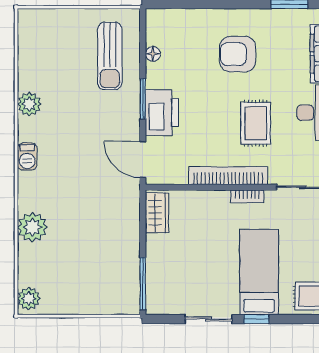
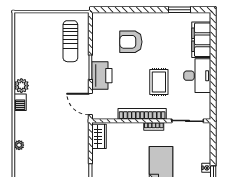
floor lamp: (153, 54) -> (96, 40), removed
armchair: (238, 54) -> (131, 42), moved
plant: (29, 104) -> (21, 86), moved
plant: (32, 227) -> (19, 145), width x0.53, depth x0.53

